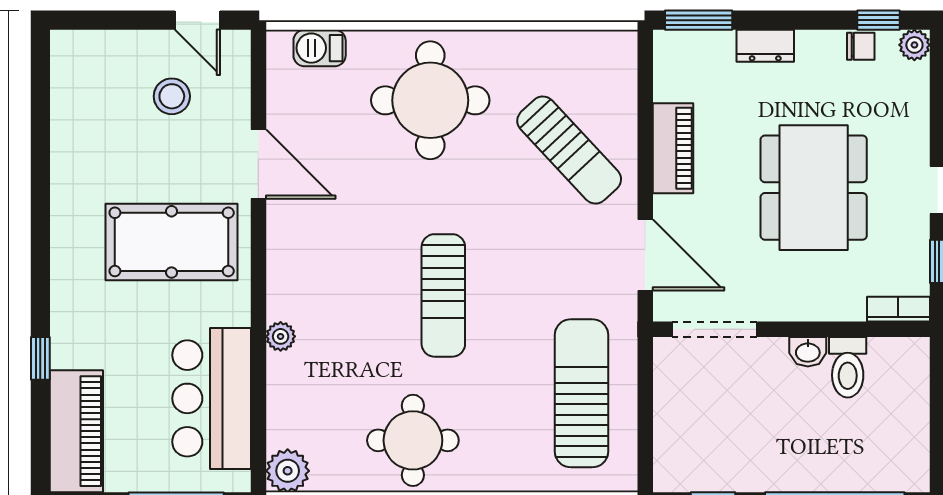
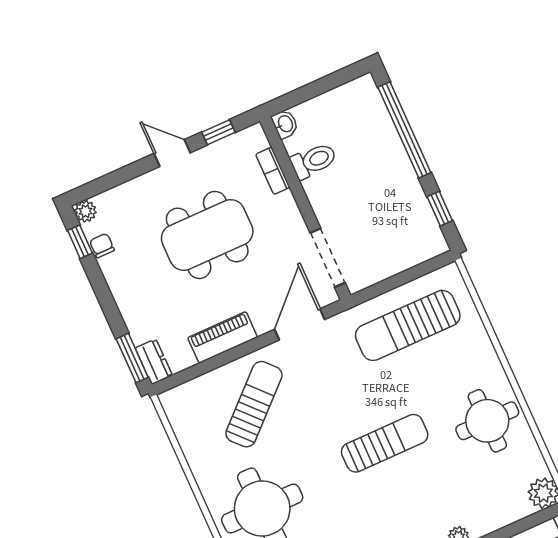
dresser: (765, 46) -> (154, 362), moved
bookcase: (898, 309) -> (273, 171), moved
washbasin: (808, 352) -> (285, 124), moved

